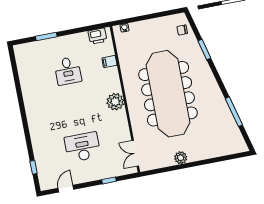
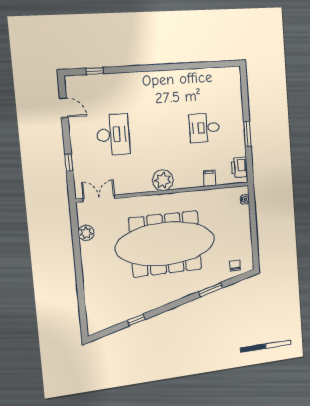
window: (46, 36) -> (247, 134), moved
window: (234, 112) -> (136, 320), width x0.46
plant: (181, 158) -> (86, 233), moved

